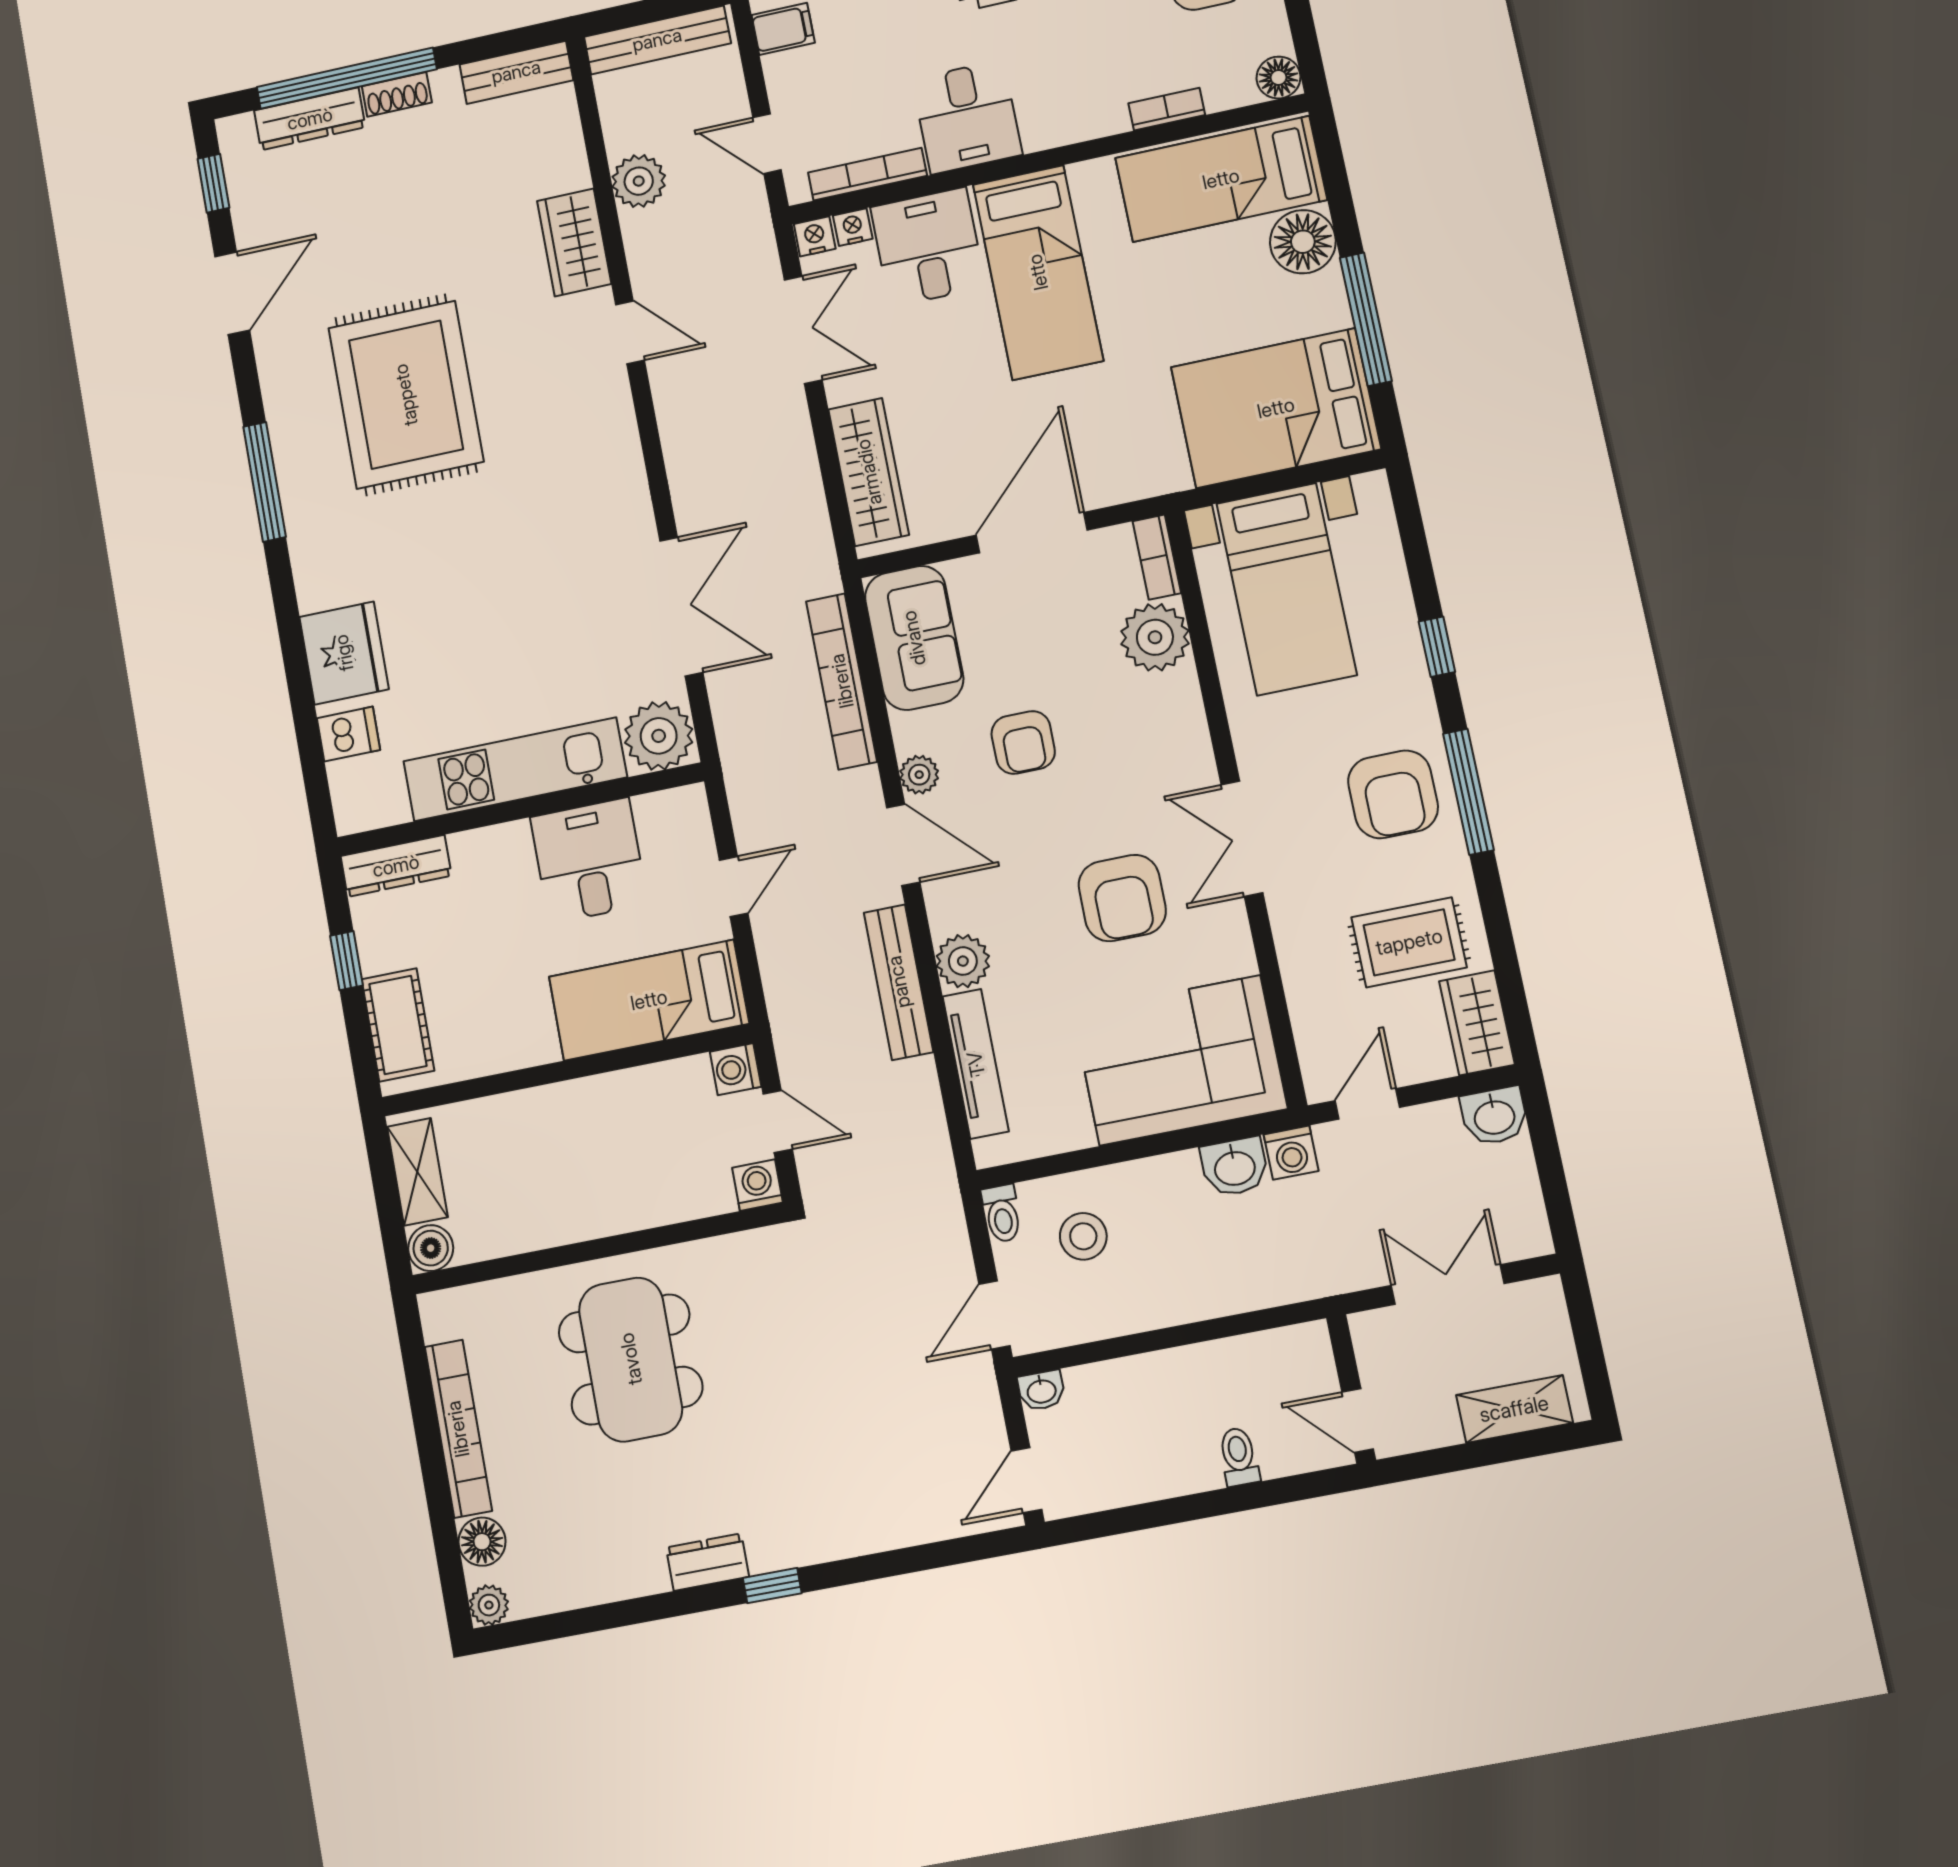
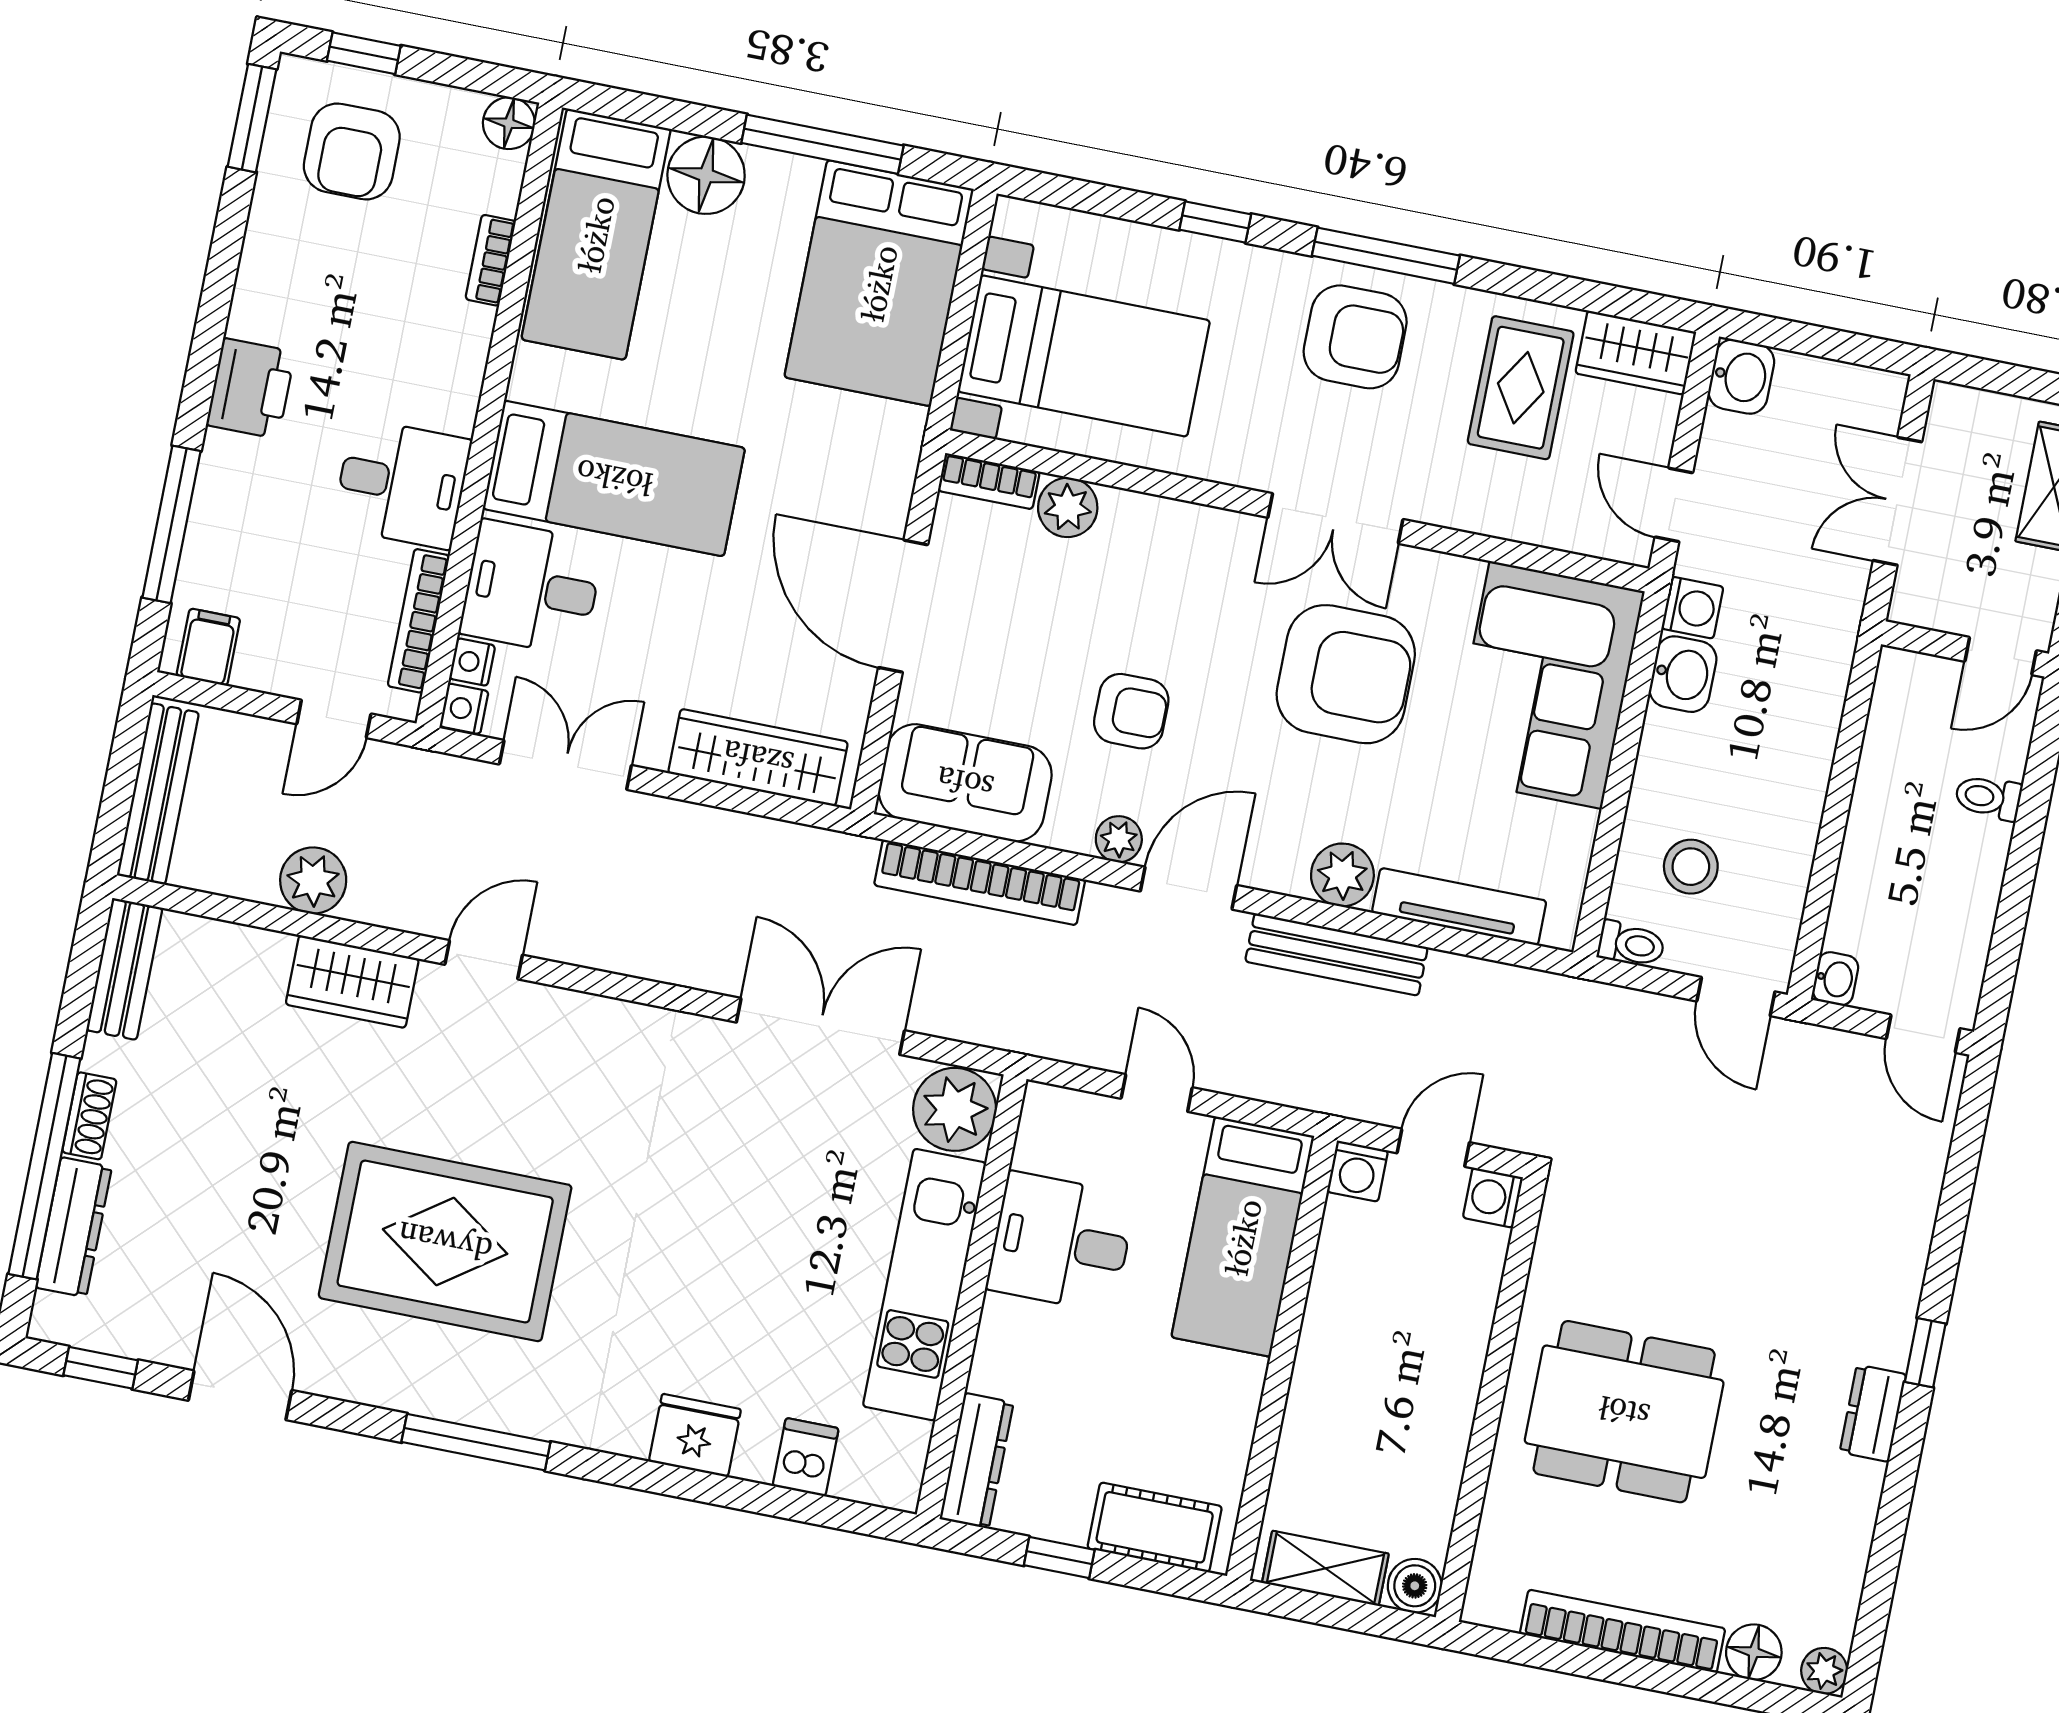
plant: (1155, 637) -> (1068, 507), width x0.73, depth x0.73
fridge: (344, 653) -> (695, 1435), width x0.73, depth x0.75
armchair: (1122, 898) -> (1346, 674), width x1.36, depth x1.36

